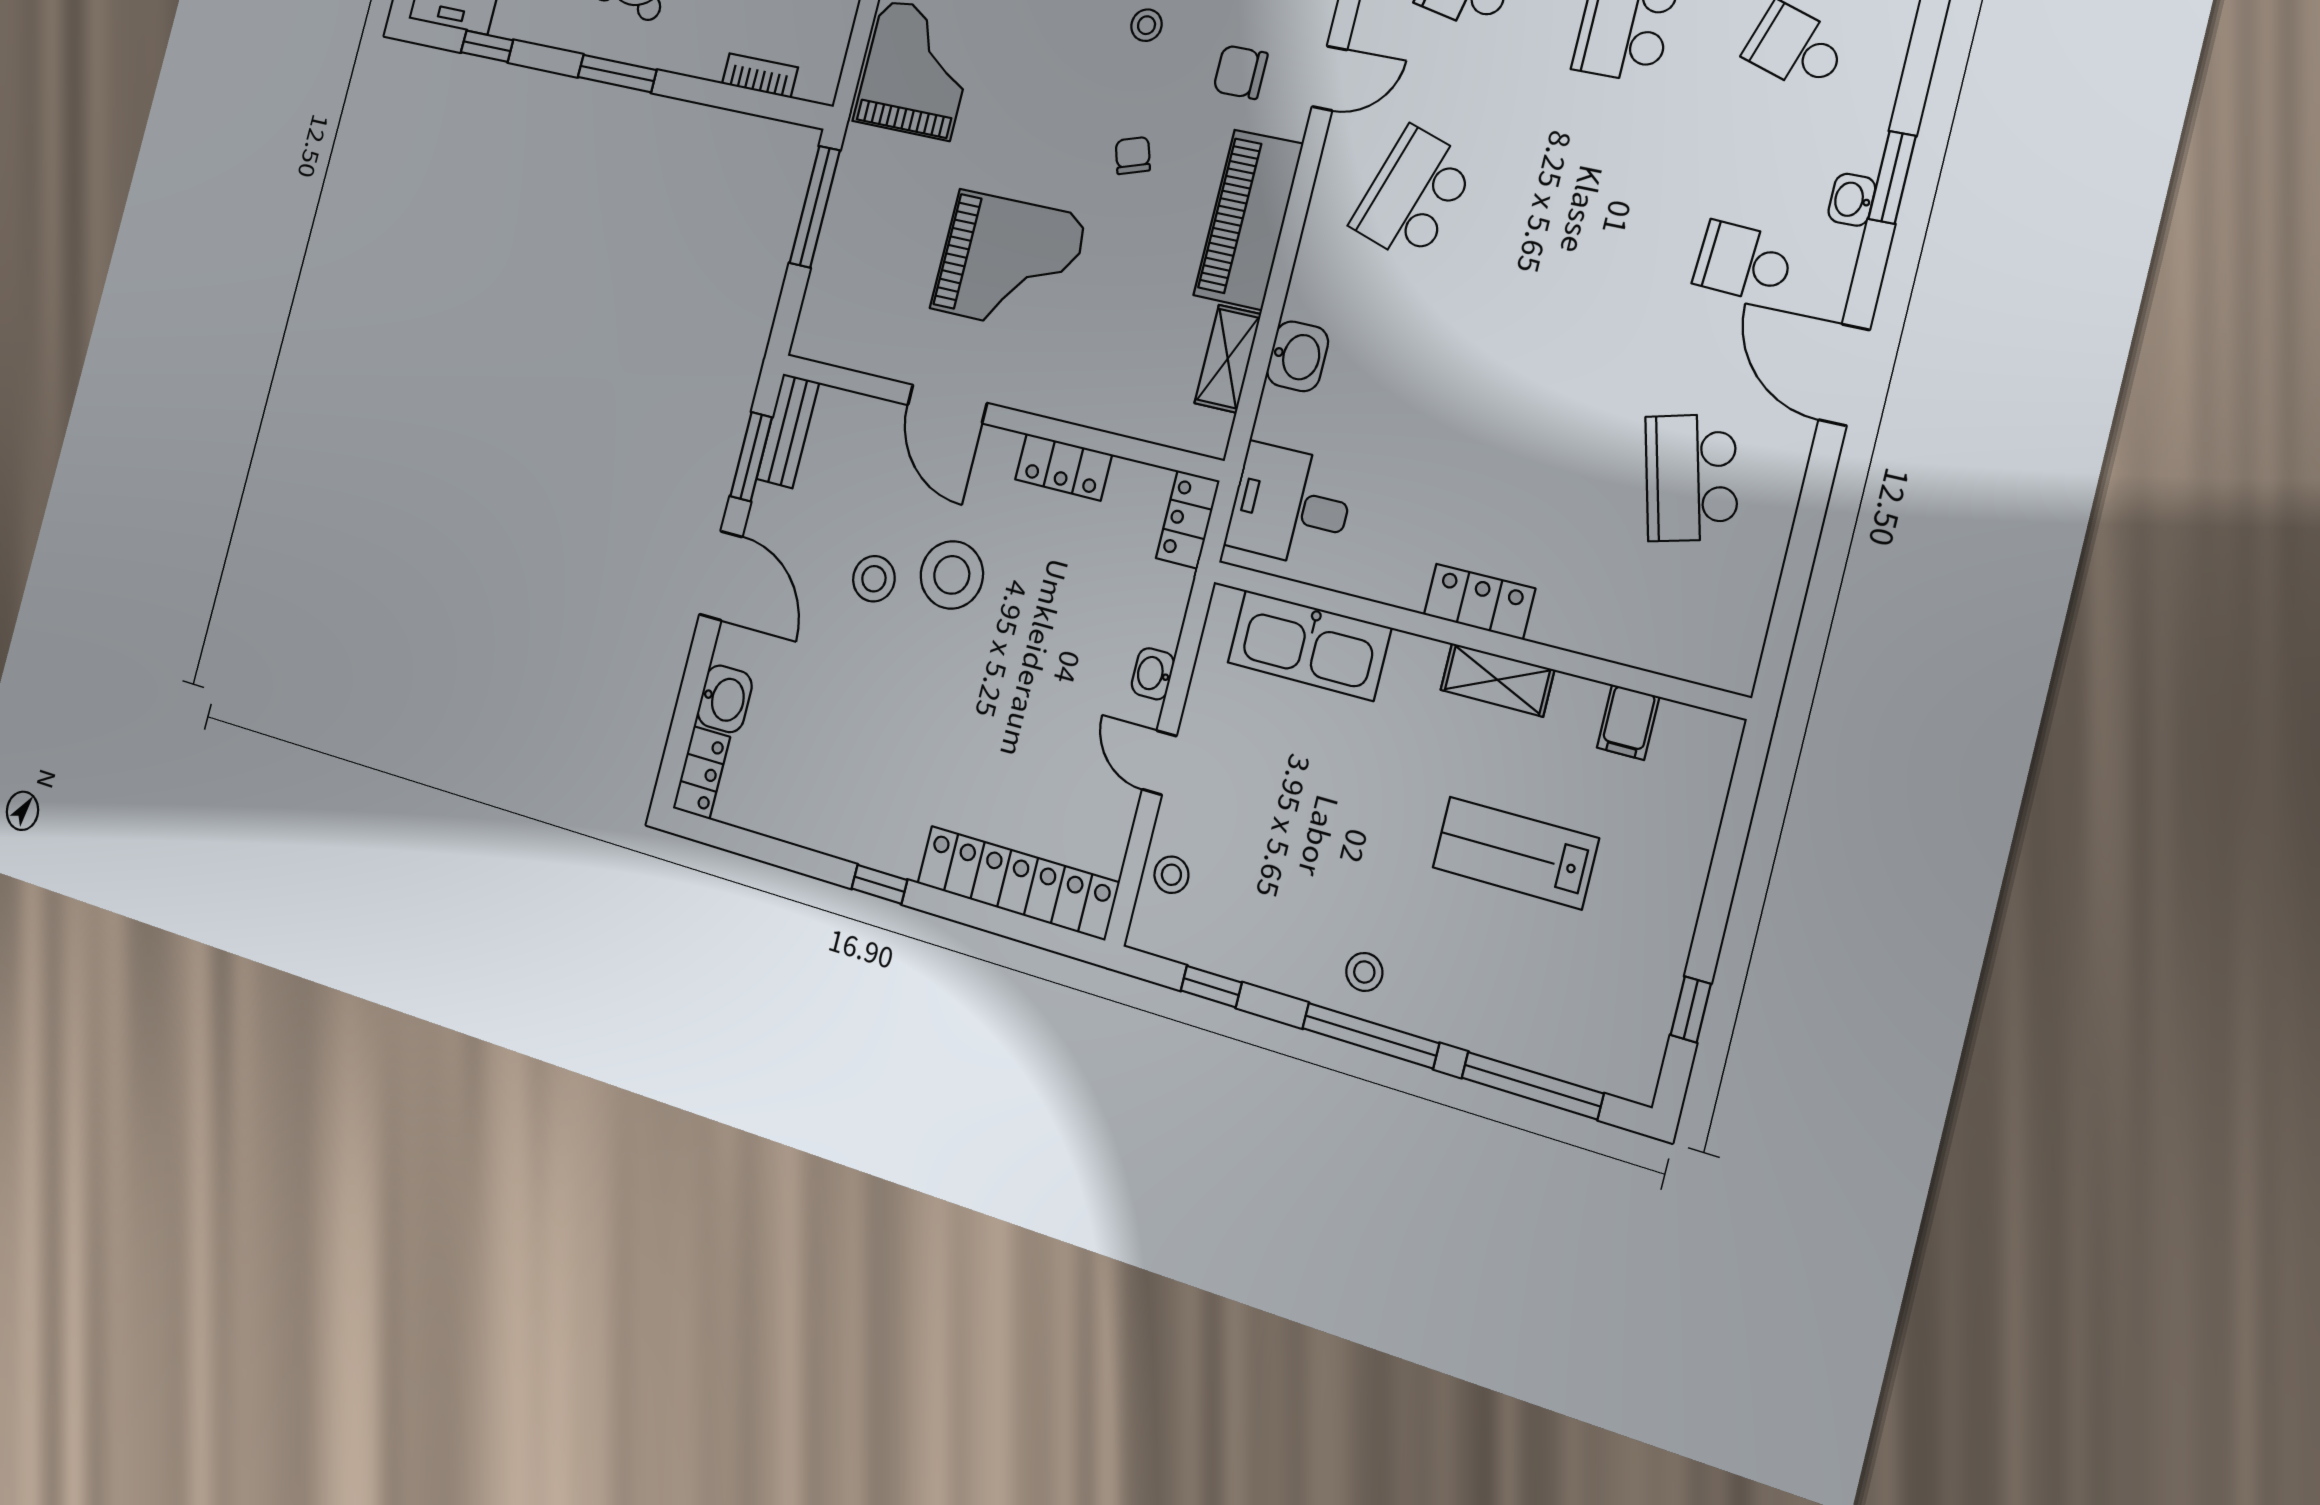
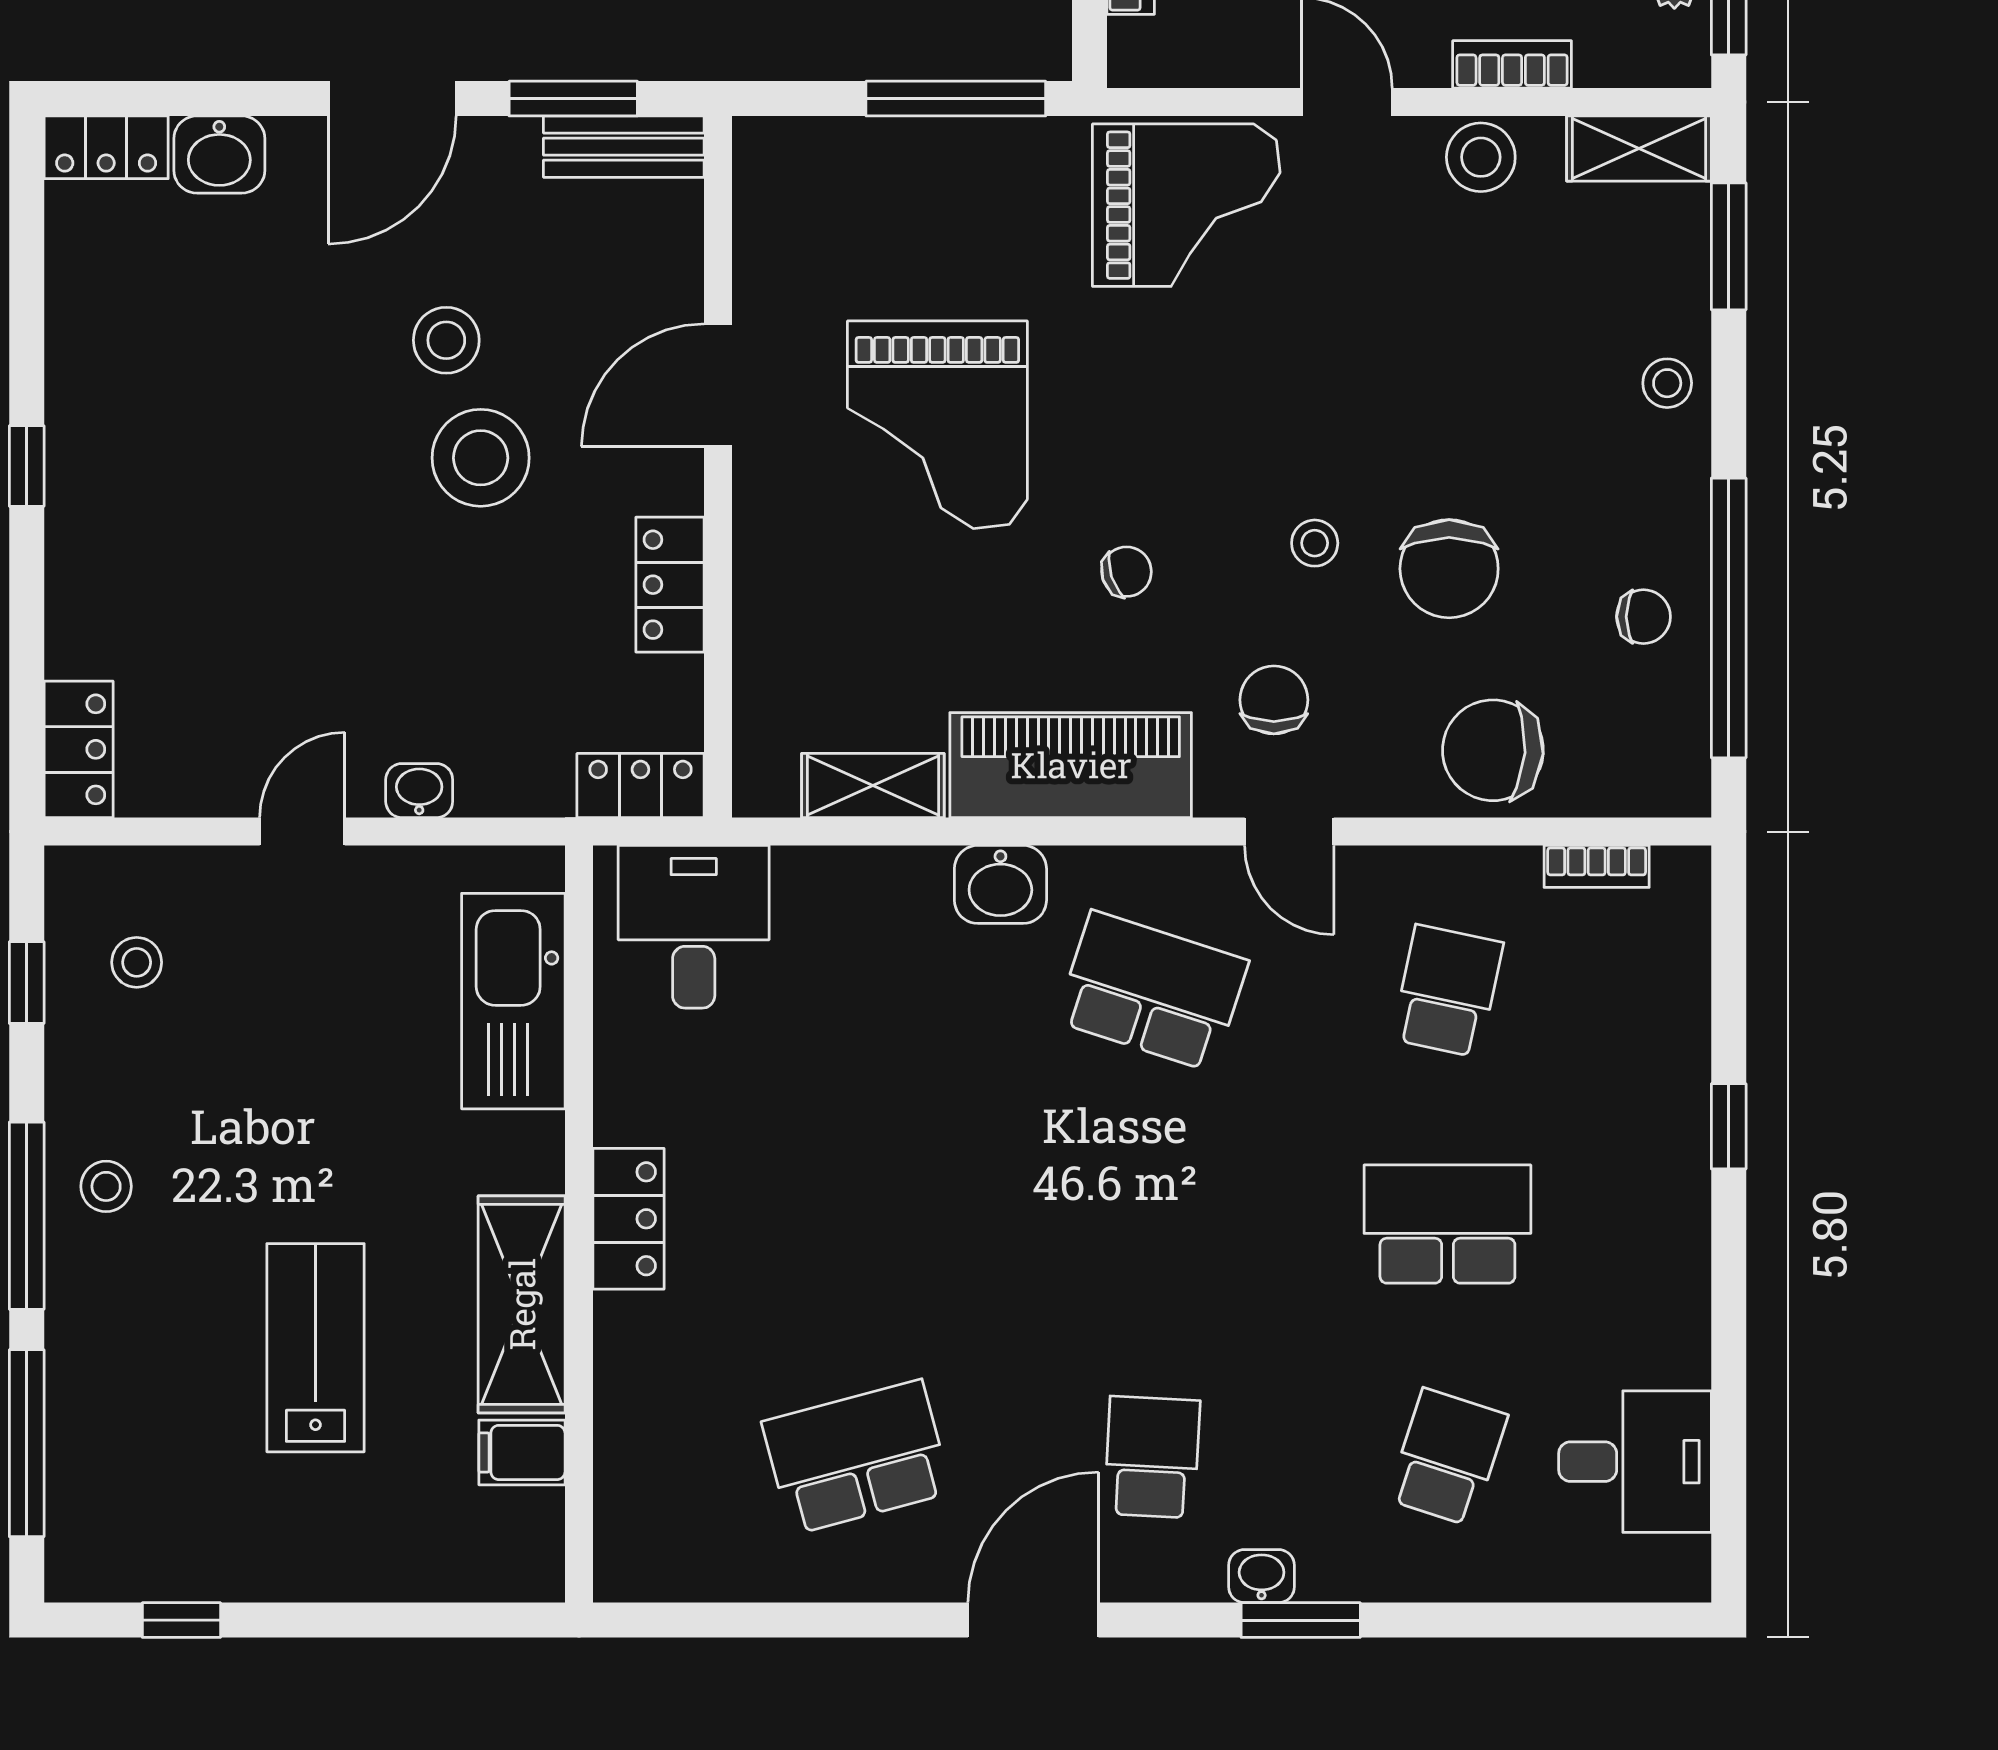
washbasin: (1298, 356) -> (1000, 884), moved
shelving: (1497, 680) -> (522, 1304), width x1.50, depth x1.33
stool: (1171, 875) -> (137, 962), moved
locker: (1017, 883) -> (79, 749), width x0.46, depth x0.83

